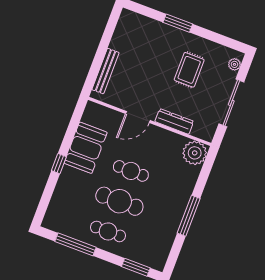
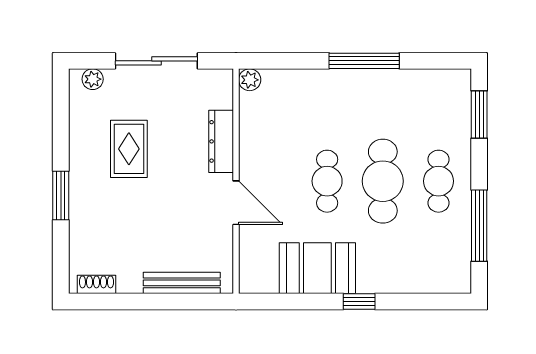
shoe rack: (122, 24) -> (96, 284), added
rug: (189, 70) -> (129, 149), turned 90
plant: (195, 153) -> (250, 80), width x0.53, depth x0.53

